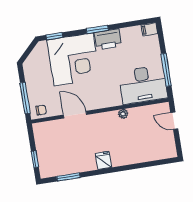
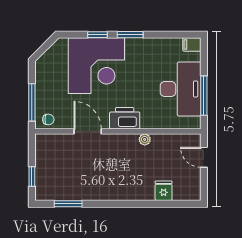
window: (55, 36) -> (98, 35), moved
printer: (108, 39) -> (125, 118), moved, turned 180
desk: (143, 85) -> (181, 89), moved, turned -90
fridge: (103, 160) -> (164, 191), moved

